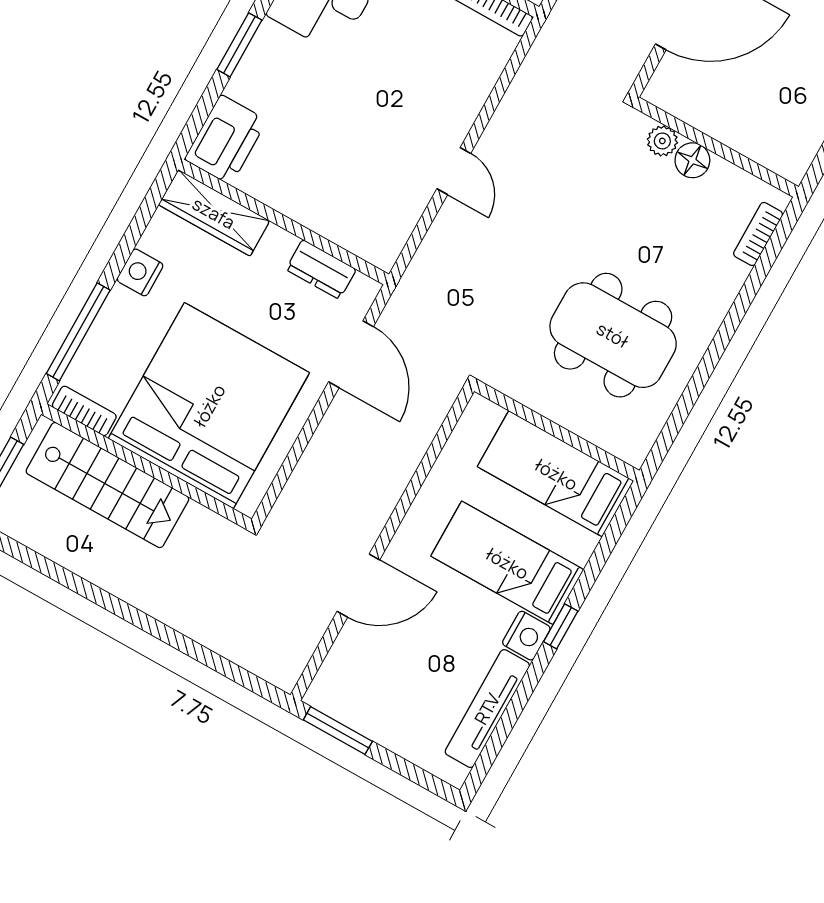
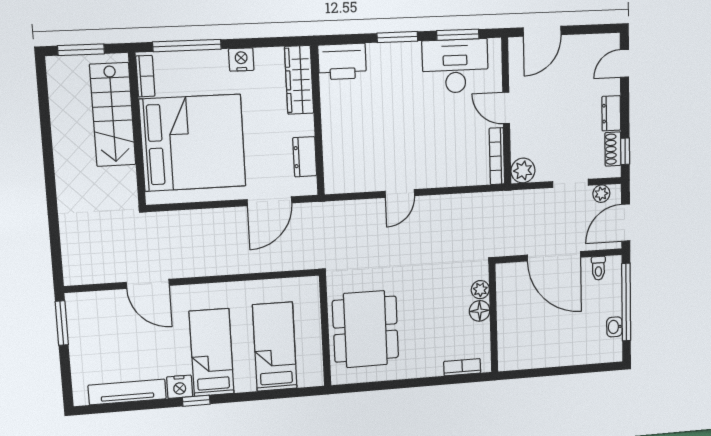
wall: (557, 431) -> (325, 331), moved

